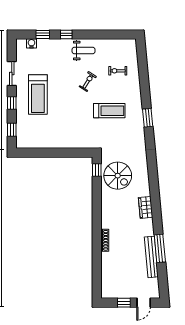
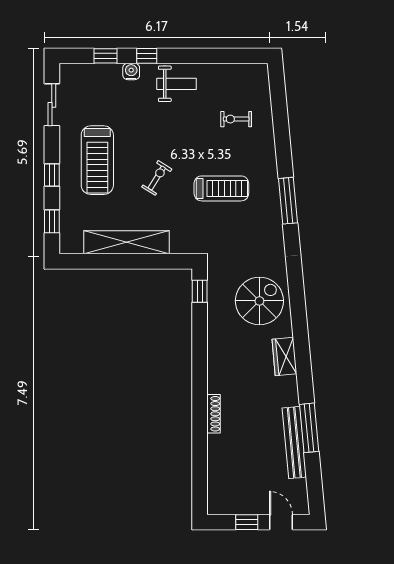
water cooler: (31, 43) -> (131, 71), moved
sliding door: (12, 74) -> (52, 105), moved
exercise bike: (88, 81) -> (157, 178), moved
window: (148, 118) -> (288, 201), width x1.44
shelving: (55, 142) -> (126, 242), added
spiral stairs: (118, 176) -> (259, 301), moved, turned -90
door: (144, 303) -> (281, 522), swing flipped

